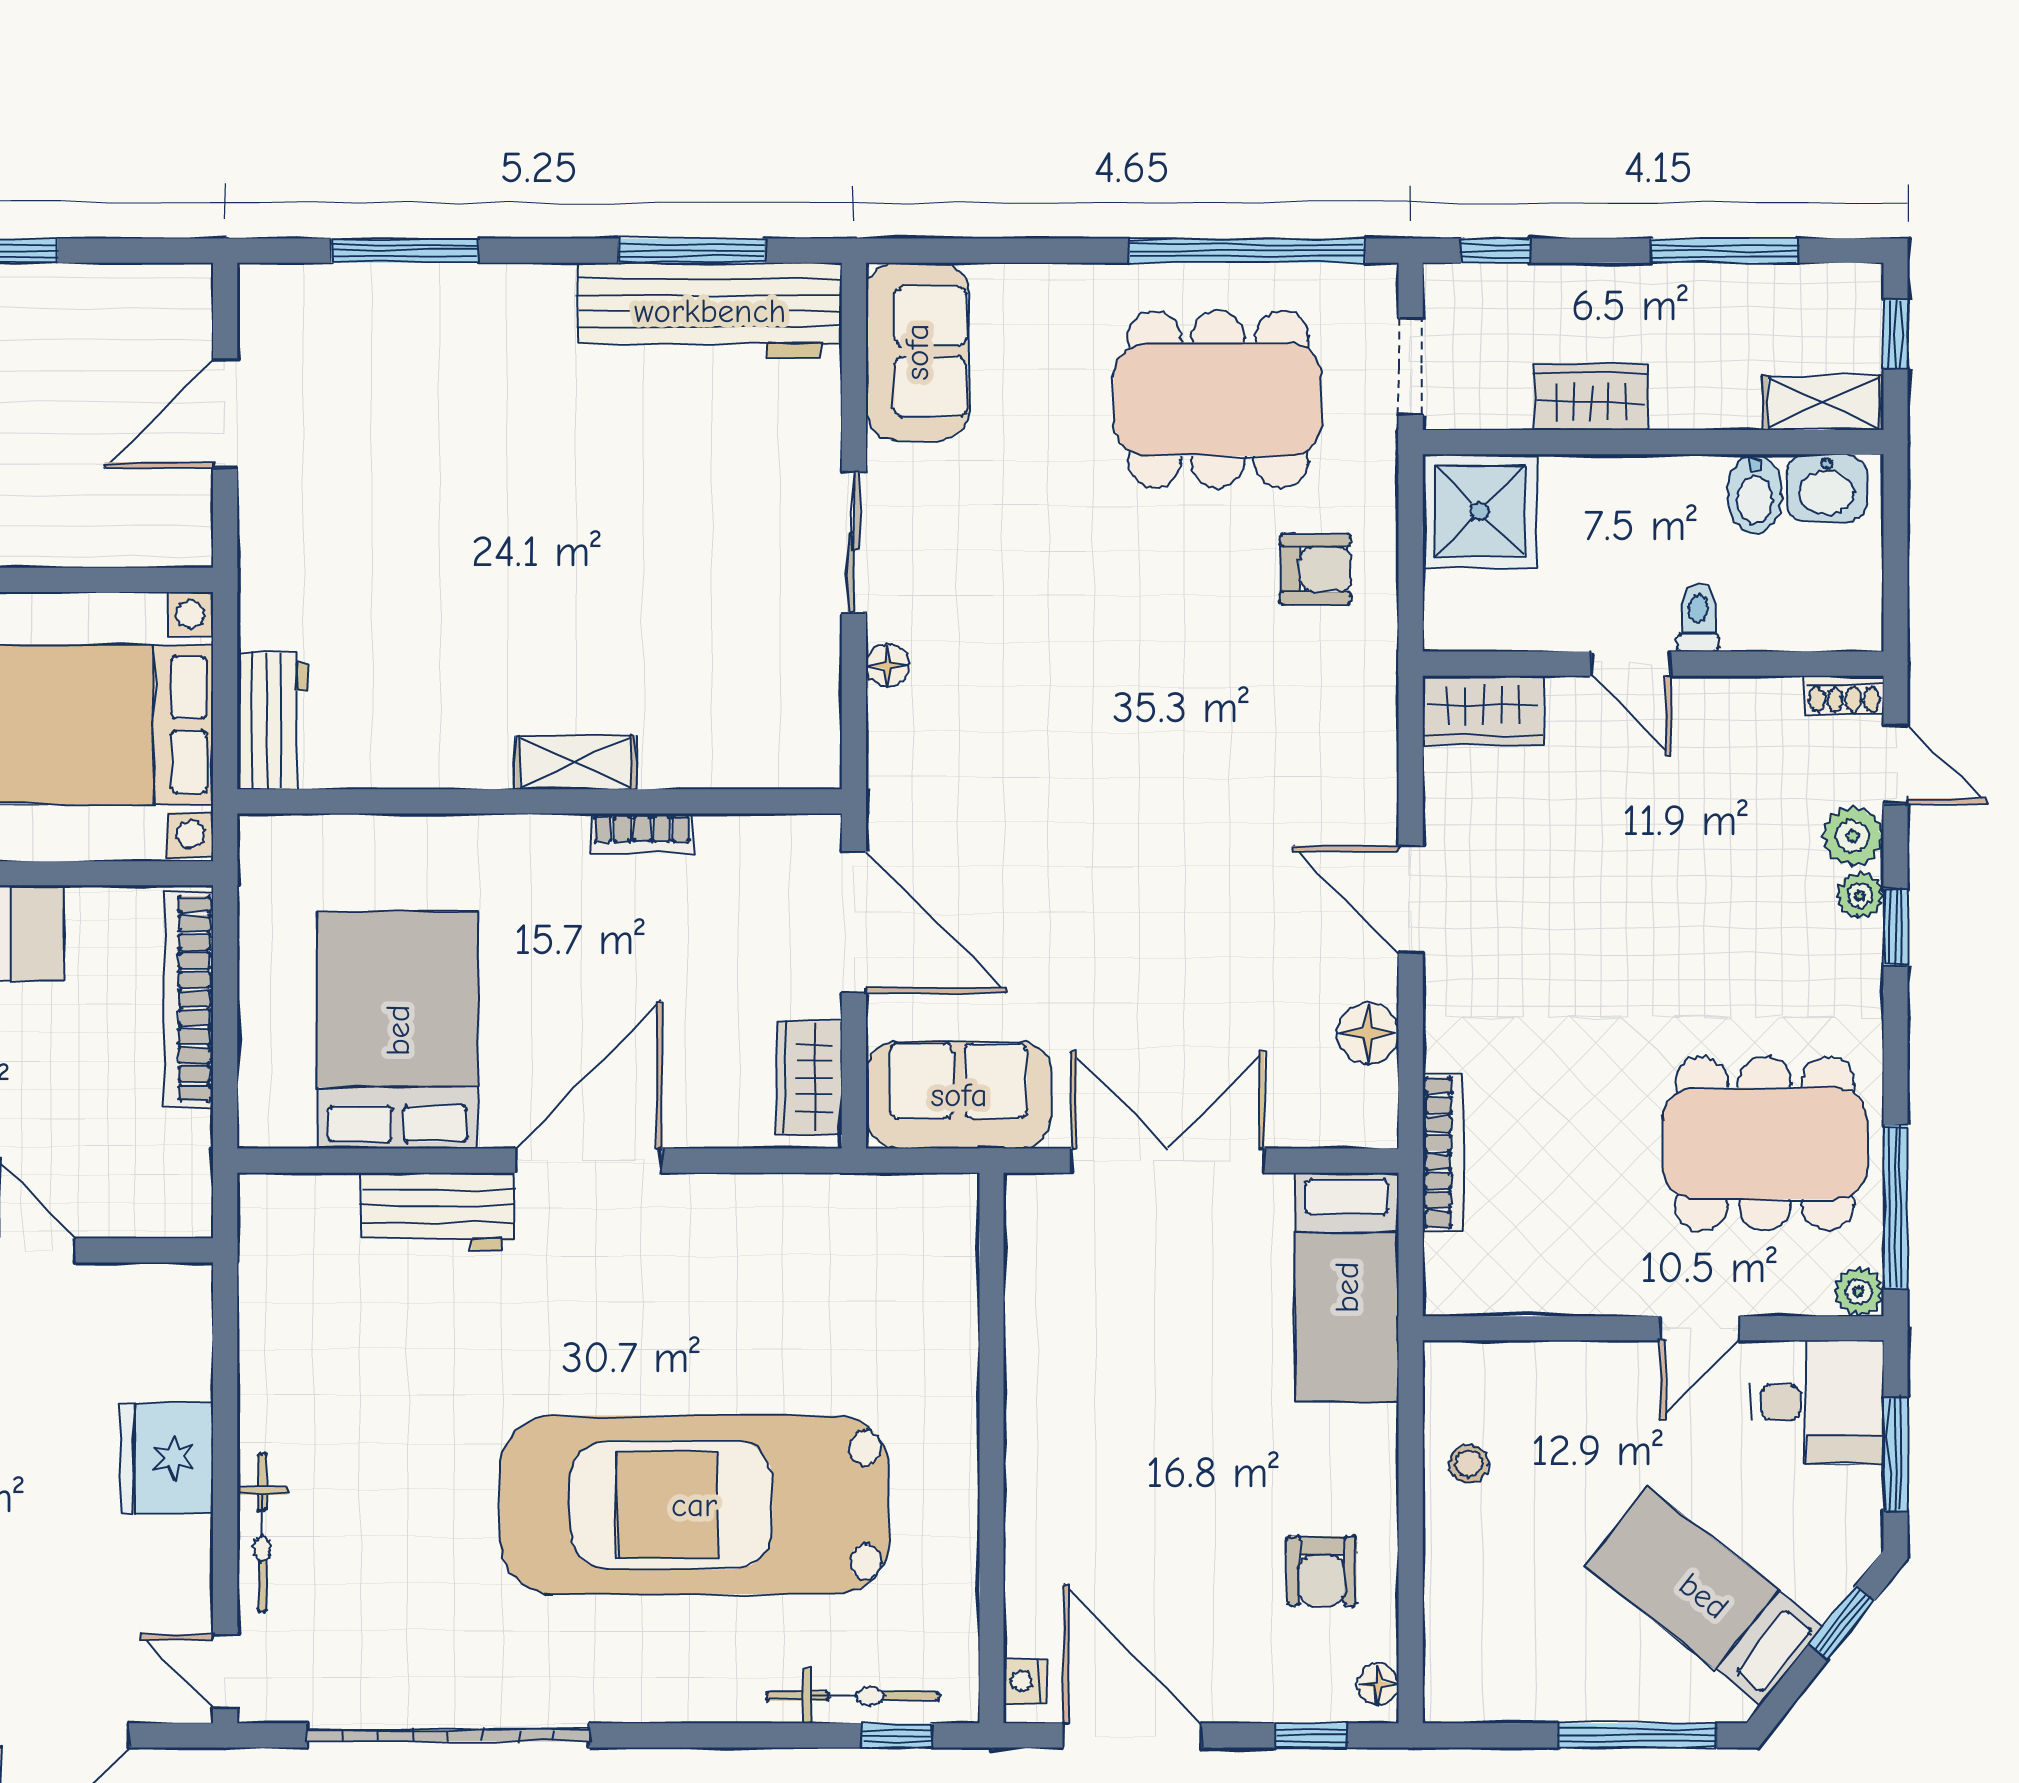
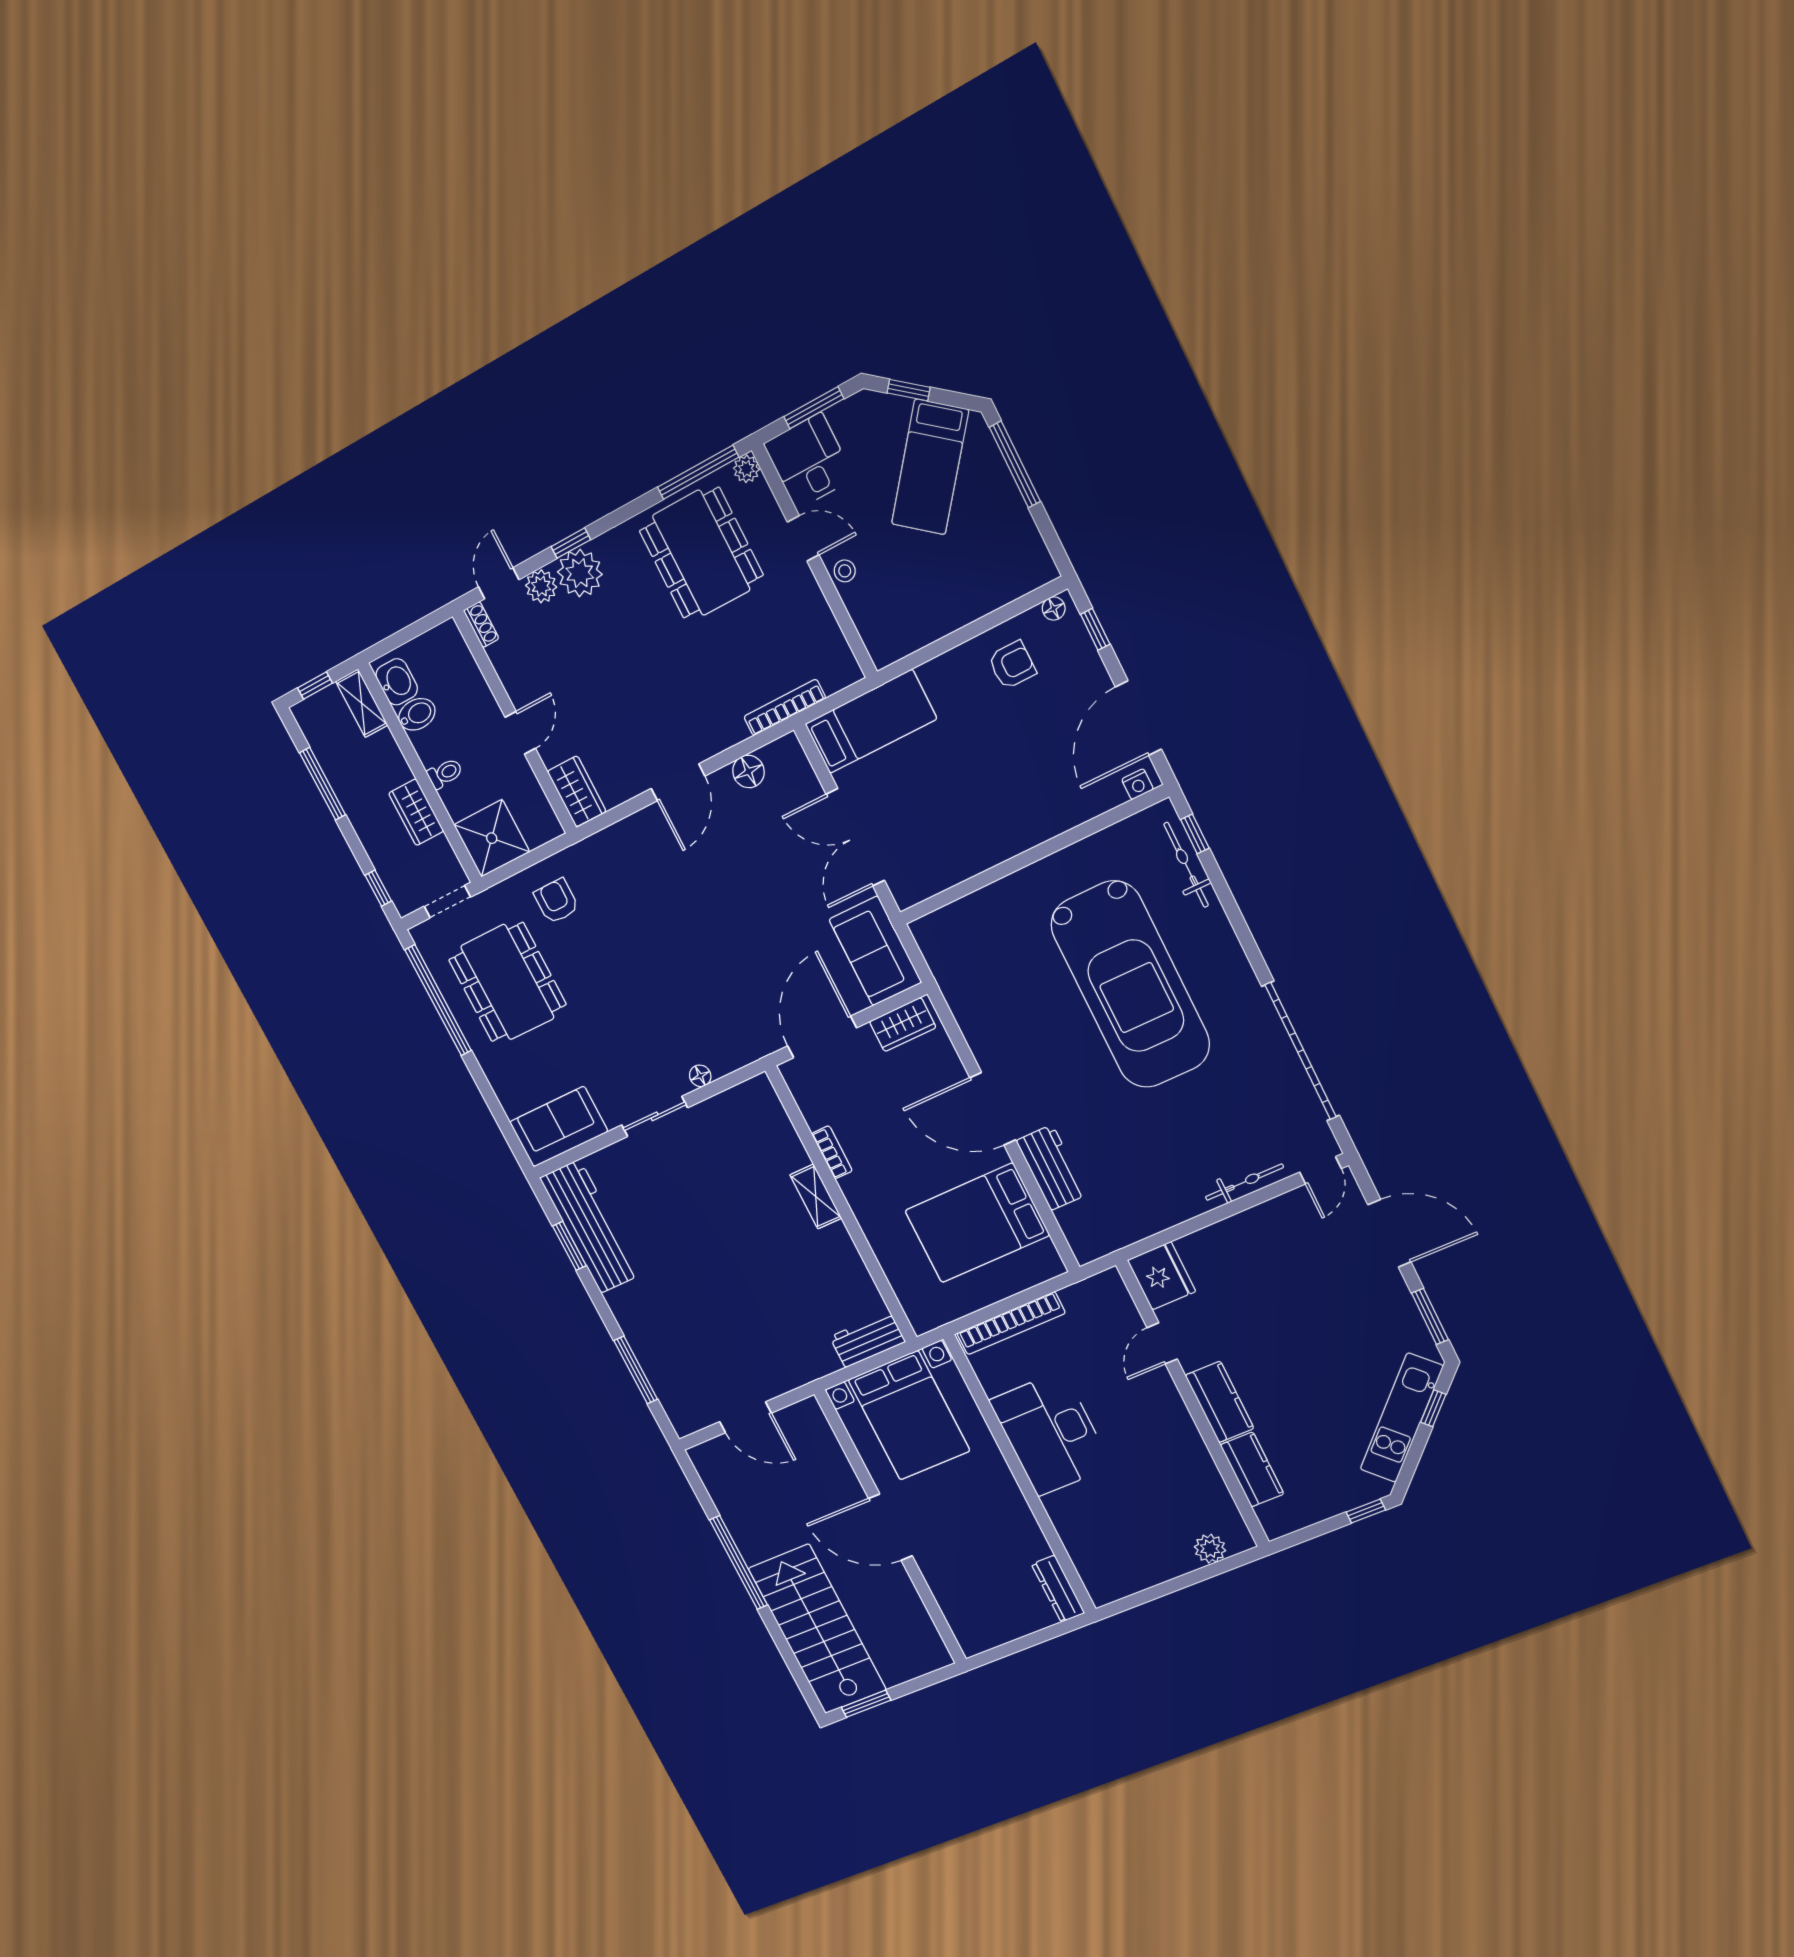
window: (692, 251) -> (569, 1246), width x0.69
toilet: (1698, 618) -> (445, 773), moved, turned 180
plant: (1860, 895) -> (580, 573), width x1.87, depth x1.87
fridge: (167, 1458) -> (1161, 1276), moved, turned -90
stool: (1469, 1464) -> (845, 571), moved

